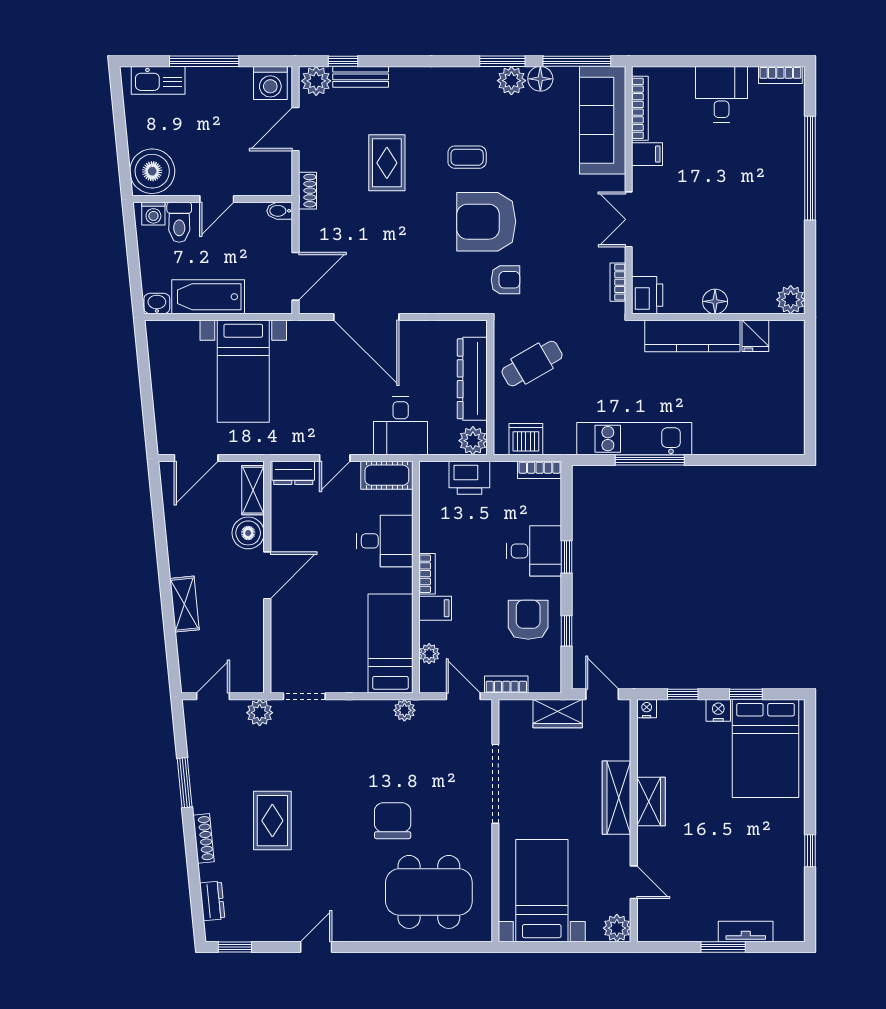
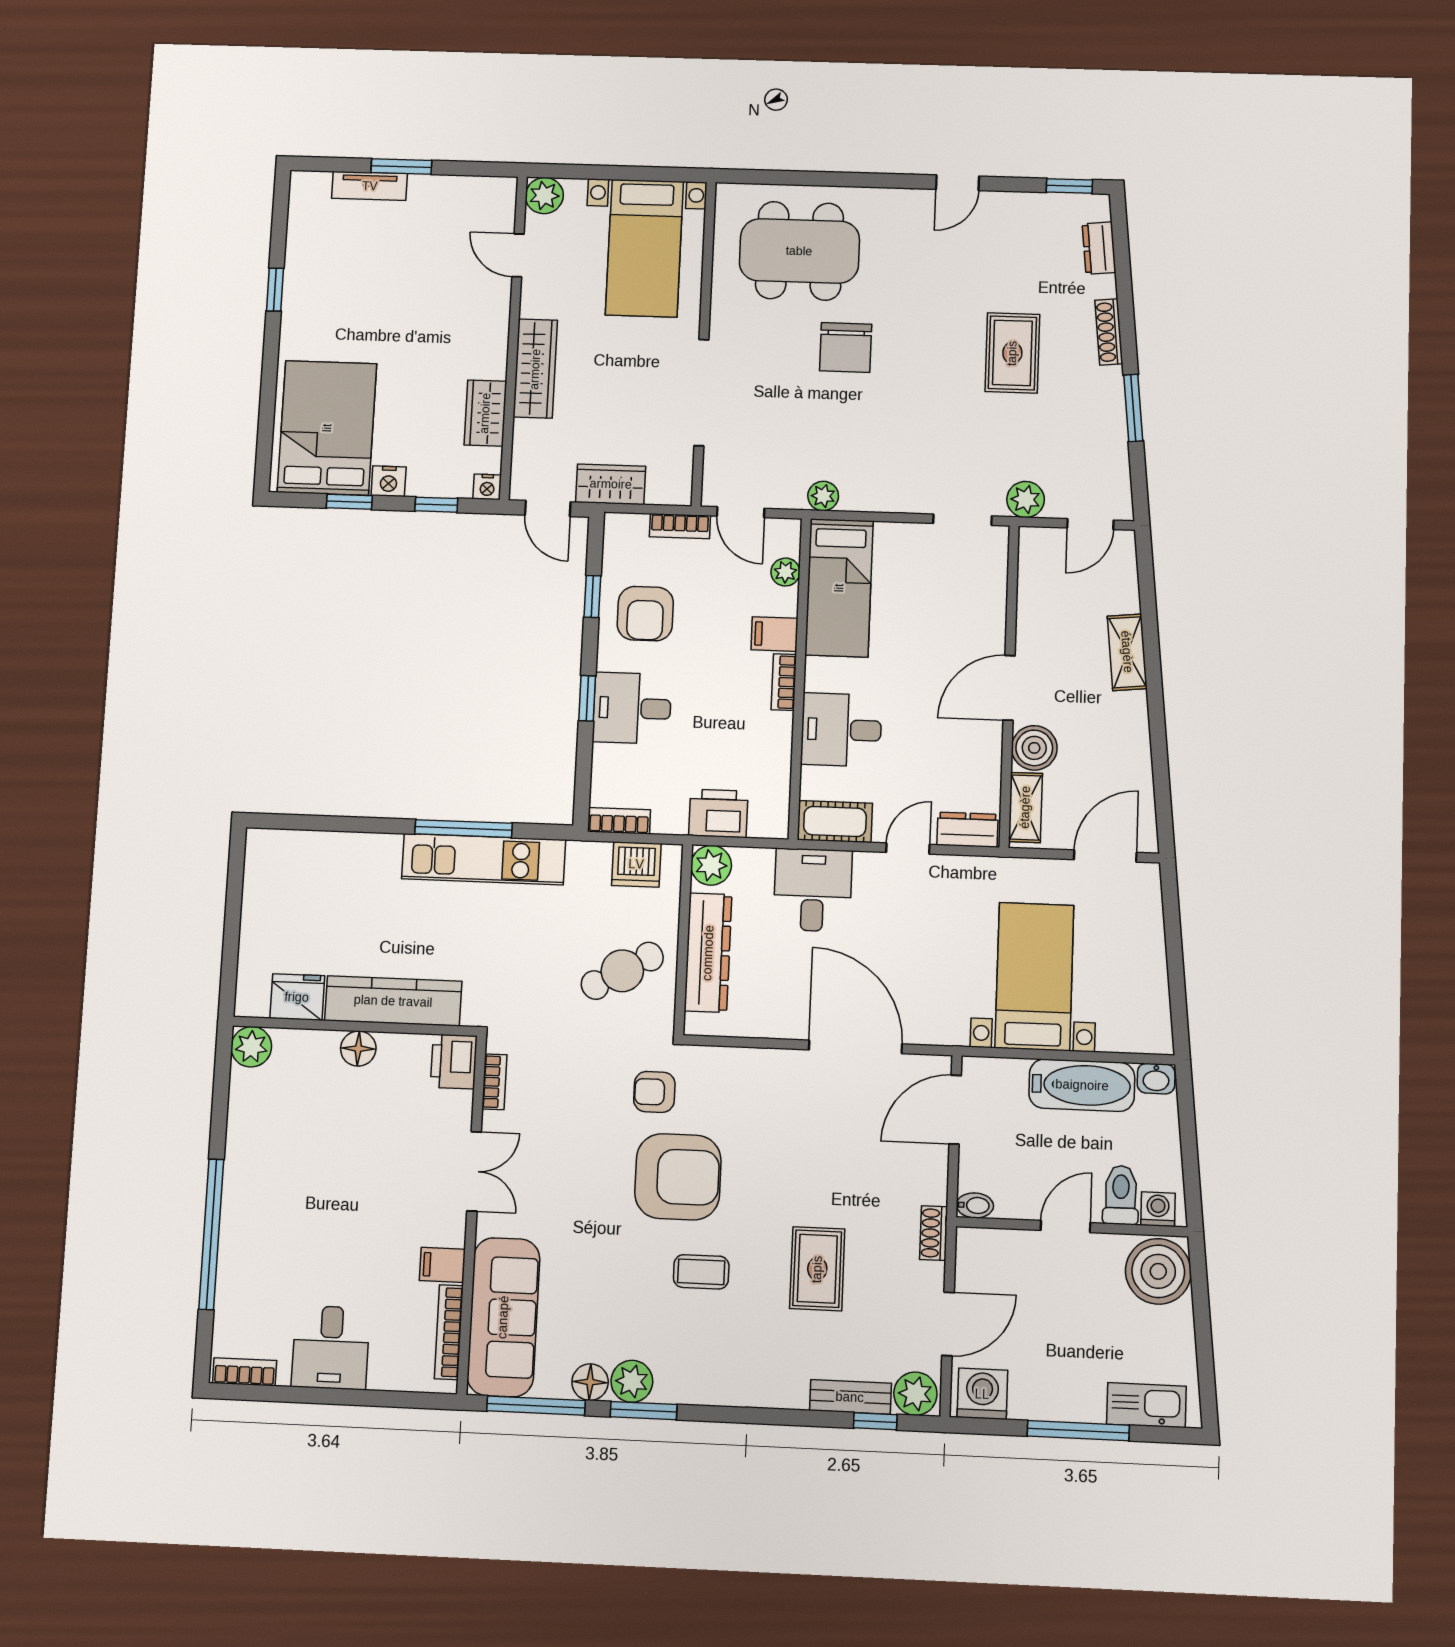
fridge: (755, 336) -> (297, 997), width x1.38
wardrobe: (651, 802) -> (485, 413), moved

